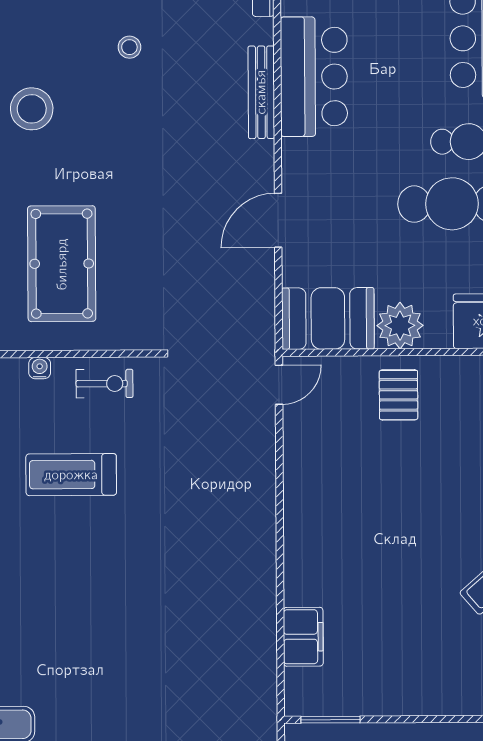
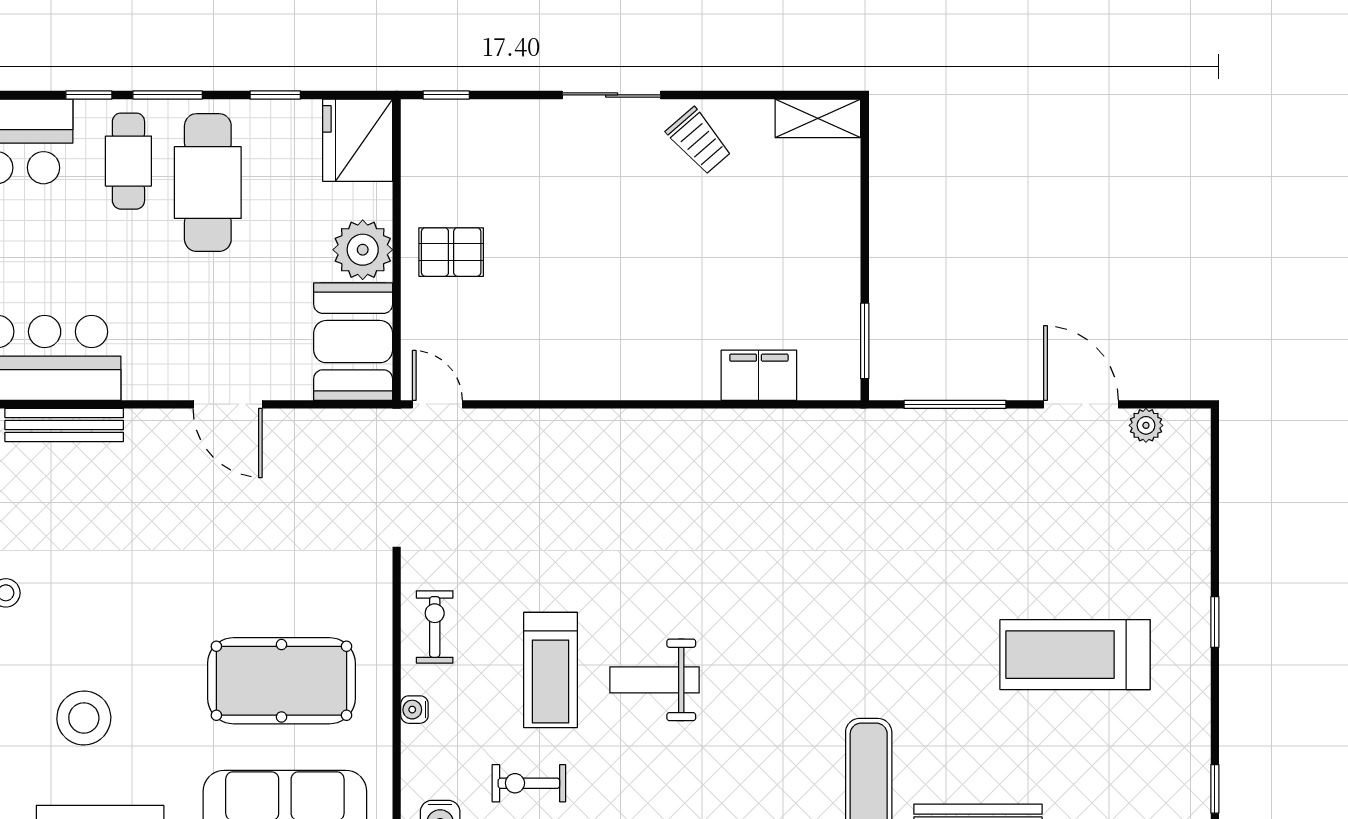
weight bench: (64, 556) -> (654, 680), added

